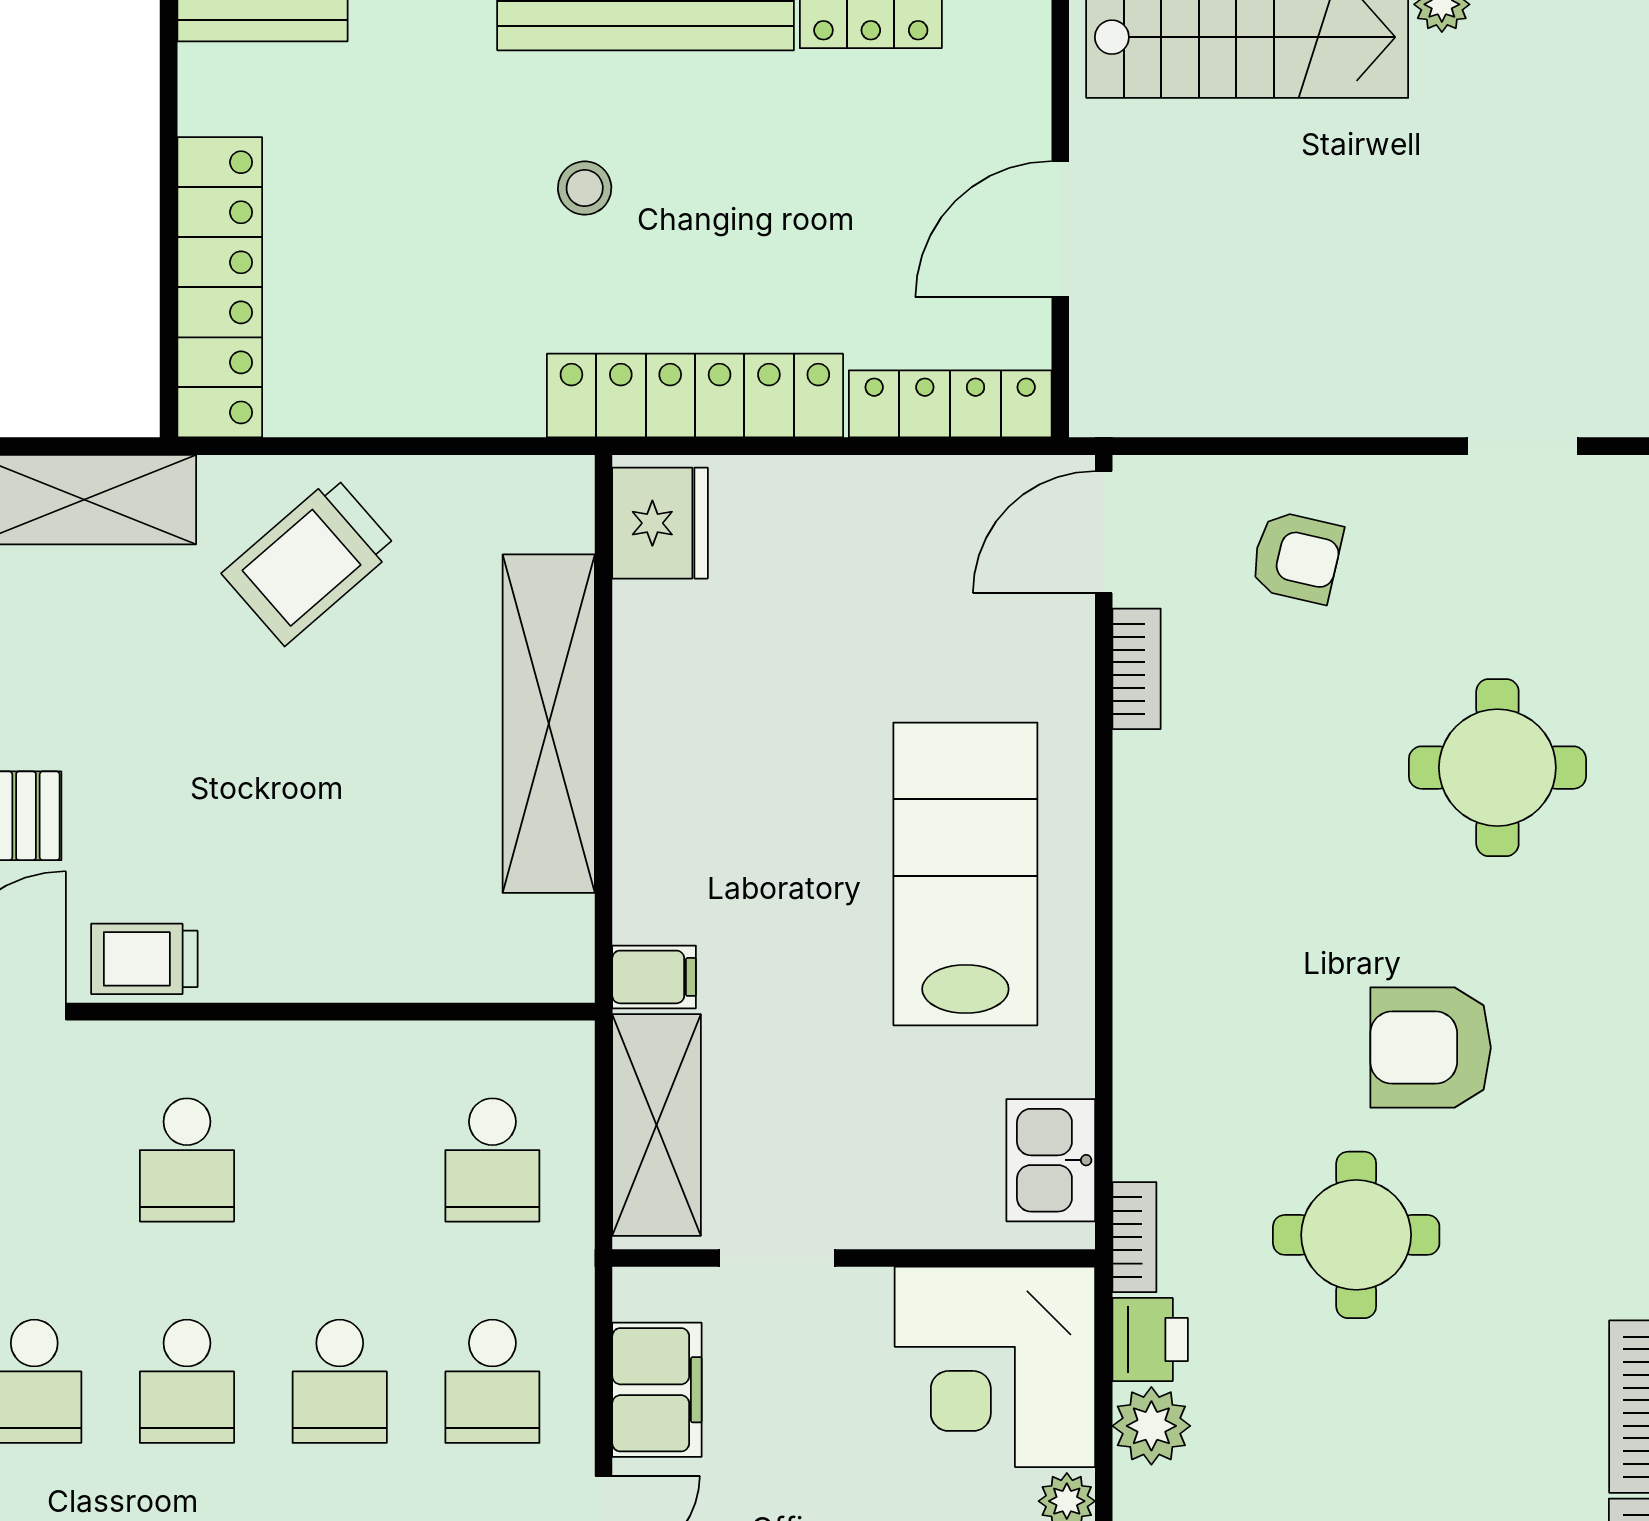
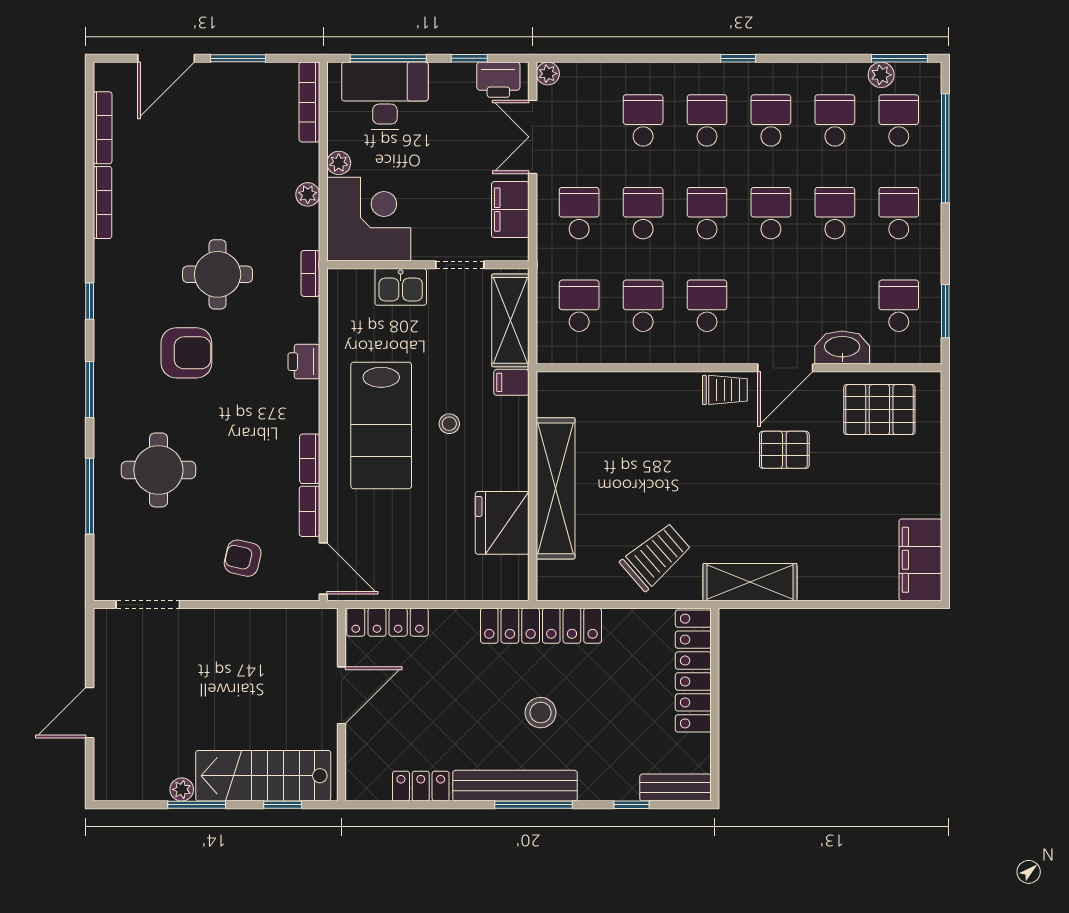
stool: (585, 188) -> (541, 713), width x1.37, depth x1.37
locker: (695, 396) -> (541, 626), moved
doorway: (1523, 446) -> (148, 605), width x1.38
fridge: (660, 523) -> (502, 523), moved, width x1.36, depth x1.34
door: (1104, 532) -> (323, 569), hinge flipped
bookcase: (1136, 794) -> (310, 459), added
stool: (803, 878) -> (449, 424), added
school desk: (340, 1160) -> (643, 306), added
kitchen sink: (1051, 1160) -> (401, 287), moved, turned 90
printer: (1150, 1340) -> (304, 362), moved
plant: (1151, 1426) -> (308, 194), width x0.73, depth x0.73

